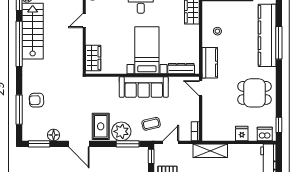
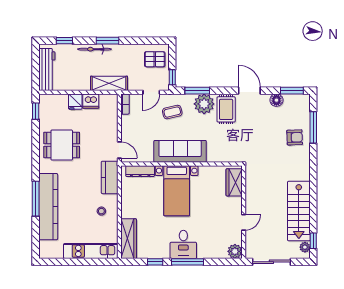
window: (19, 44) -> (313, 198), removed
dishwasher: (265, 134) -> (91, 101), moved

